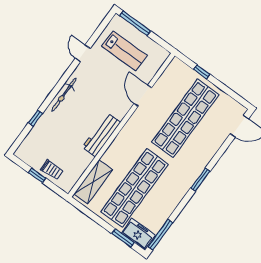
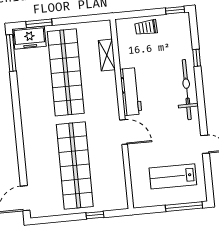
bicycle: (64, 95) -> (187, 90), width x1.37, depth x1.40
door: (143, 96) -> (124, 132), moved
window: (37, 175) -> (175, 10), moved
window: (200, 180) -> (18, 127), removed
shelving: (93, 182) -> (107, 55), width x0.67, depth x0.75

